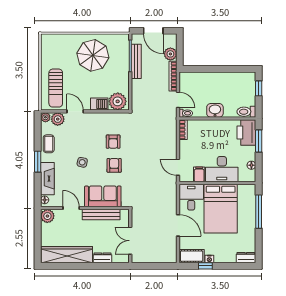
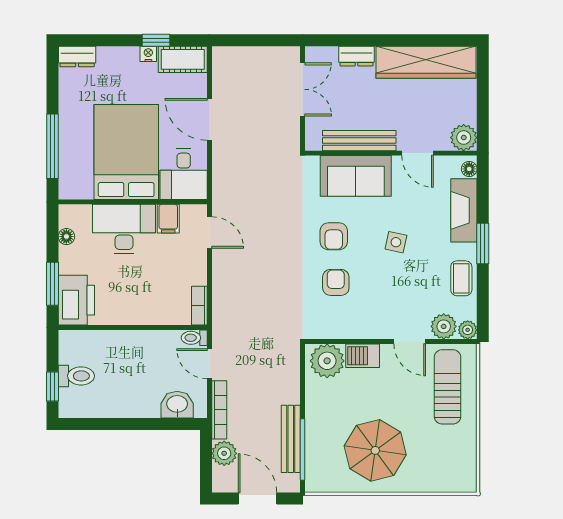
washbasin: (215, 110) -> (177, 405), moved, turned 180
toilet: (246, 112) -> (76, 376), moved

